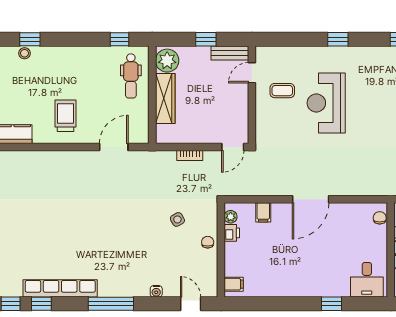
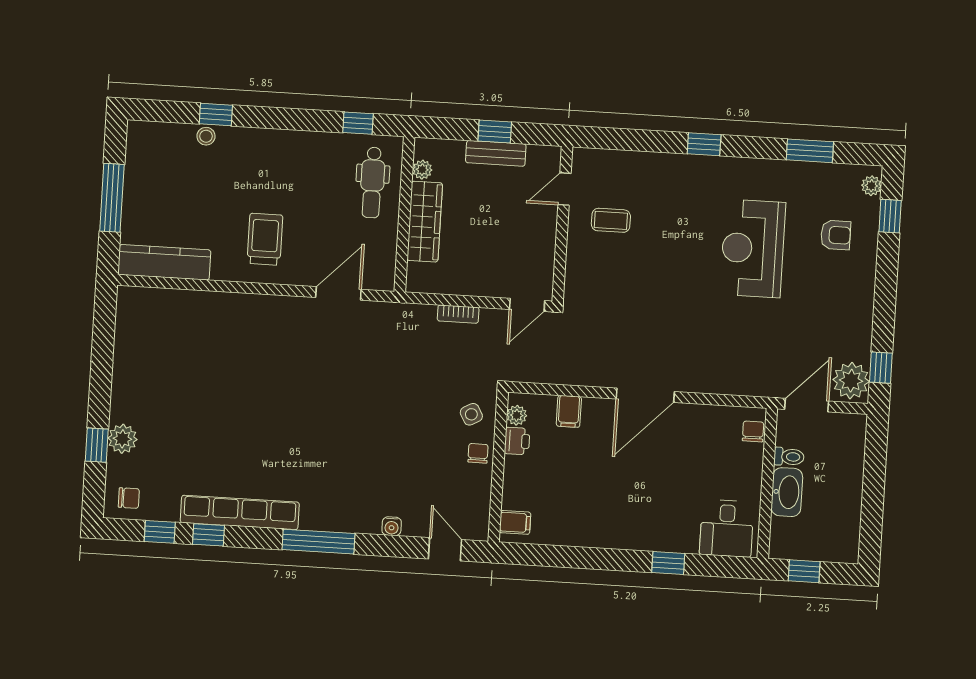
bench: (230, 53) -> (496, 153), moved
plant: (167, 61) -> (422, 170), width x0.53, depth x0.53
reception desk: (326, 103) -> (753, 248), moved
side table: (177, 219) -> (471, 414), moved

